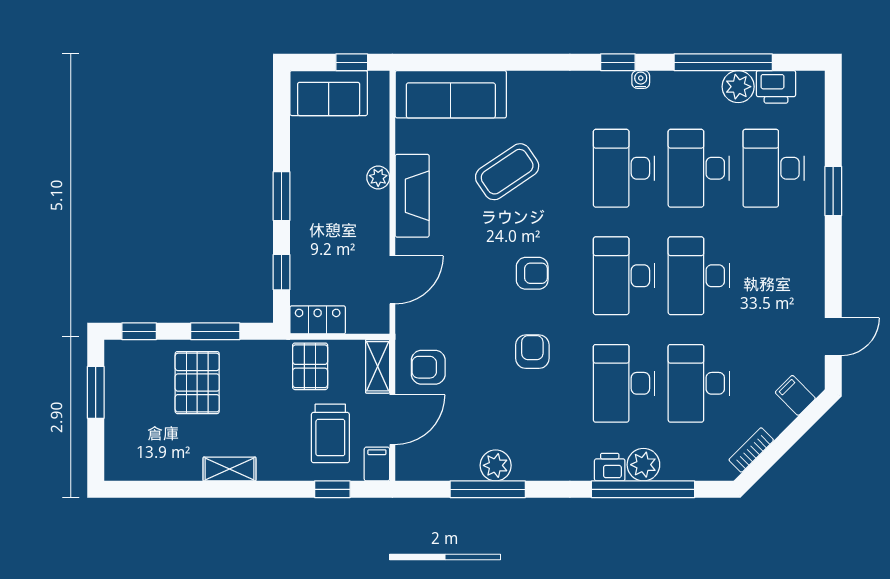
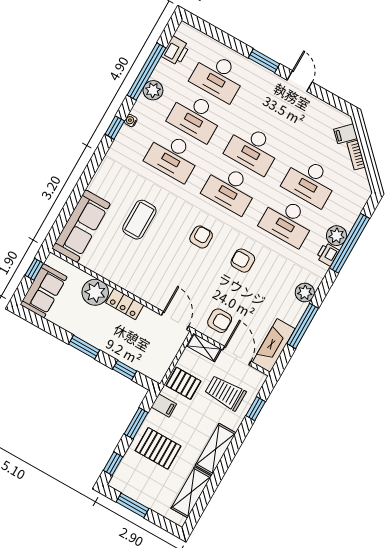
plant: (738, 87) -> (153, 90), moved
coffee table: (507, 172) -> (139, 220), turned 34
plant: (378, 177) -> (95, 292), width x1.87, depth x1.87
window: (833, 191) -> (264, 61), moved
fireplace: (412, 196) -> (274, 346), moved, turned -90
door: (392, 280) -> (175, 321), moved
locker: (318, 320) -> (125, 304), moved, turned -90
door: (833, 337) -> (300, 81), moved
armchair: (428, 367) -> (220, 321), turned -90
trolley: (330, 433) -> (225, 393), turned 180
bookcase: (751, 450) -> (356, 155), moved
filing cabinet: (377, 464) -> (164, 406), moved, turned 180
shelving: (162, 465) -> (191, 492), added
plant: (496, 465) -> (305, 293), moved
shelving: (229, 469) -> (216, 449), width x1.50, depth x1.33

